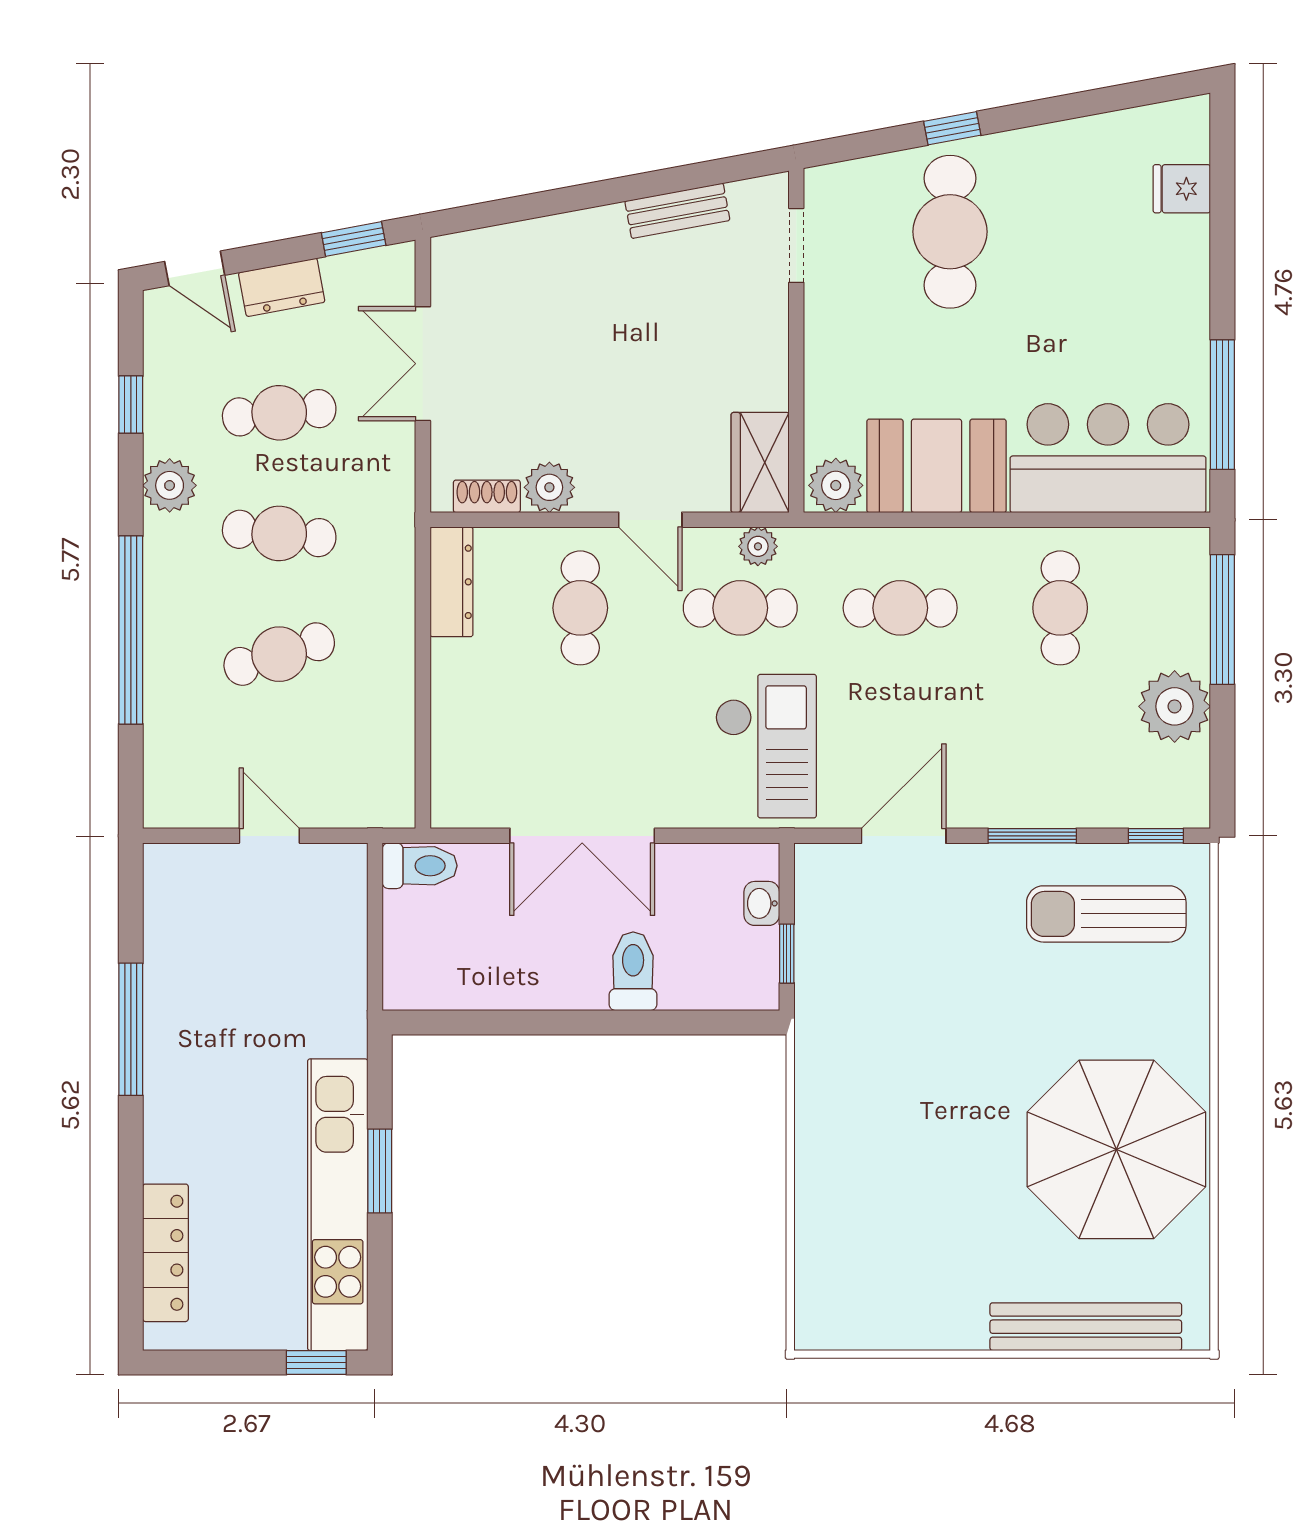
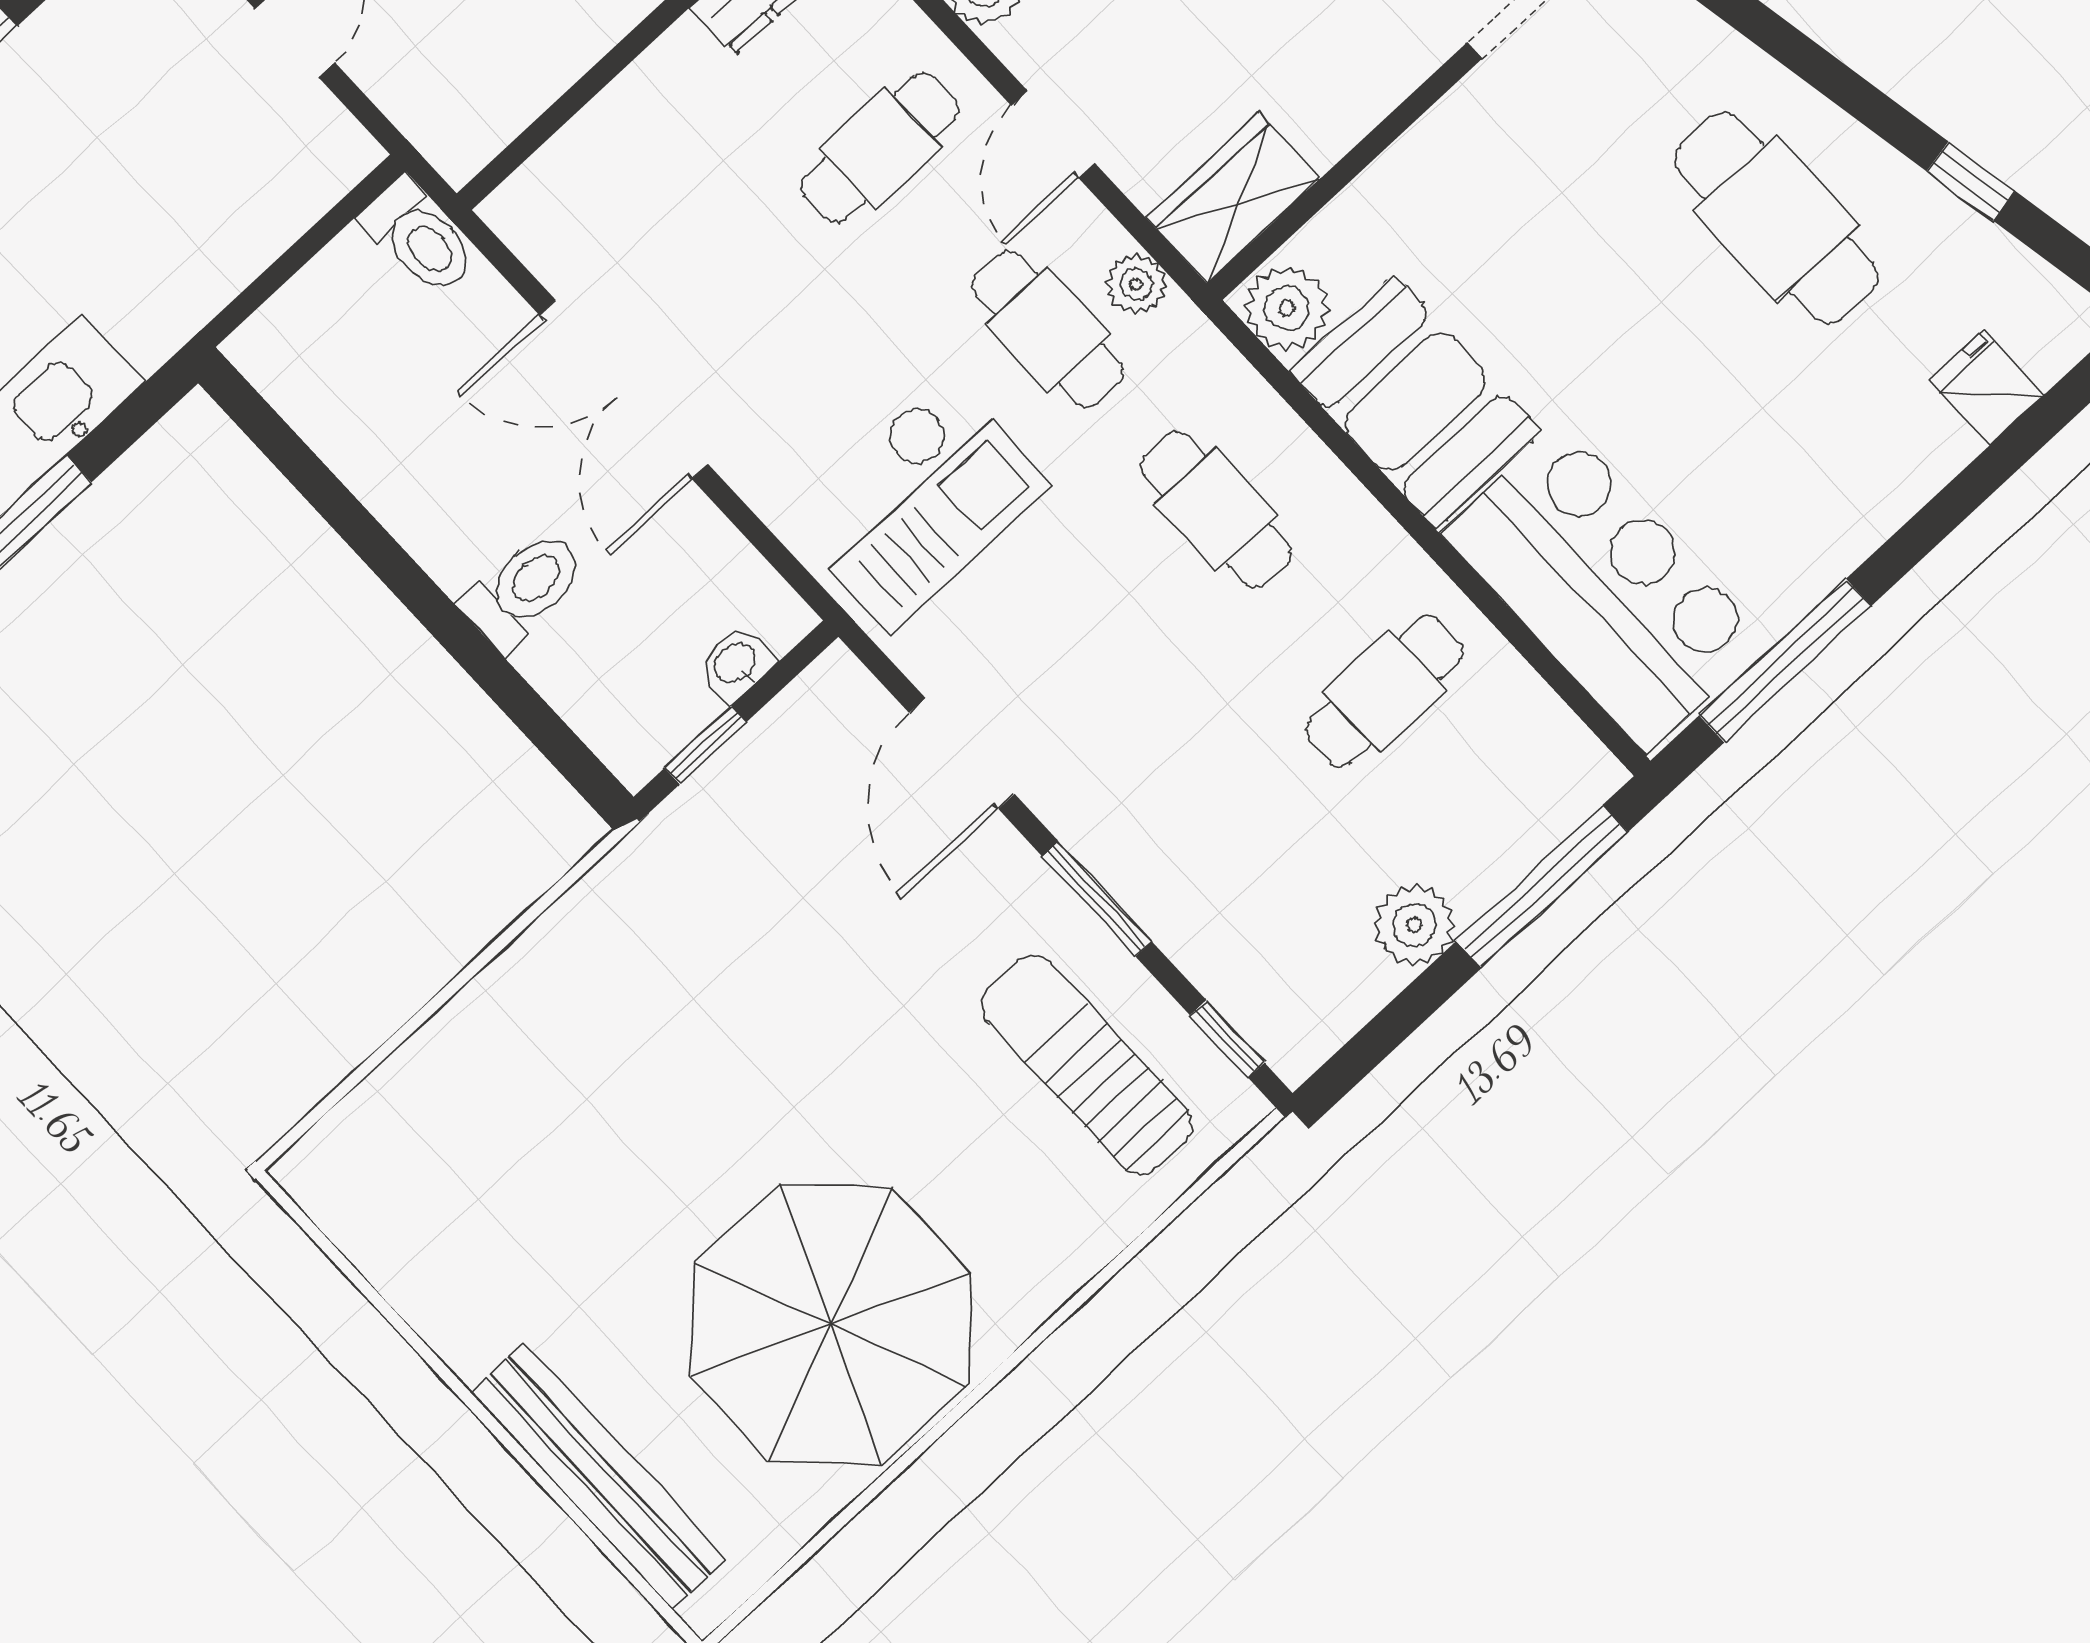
window: (952, 128) -> (1971, 181), moved
cafe table: (950, 232) -> (1776, 218), moved, turned 90
plant: (1175, 706) -> (1414, 925), width x0.73, depth x0.73
door: (904, 836) -> (962, 753), swing flipped

